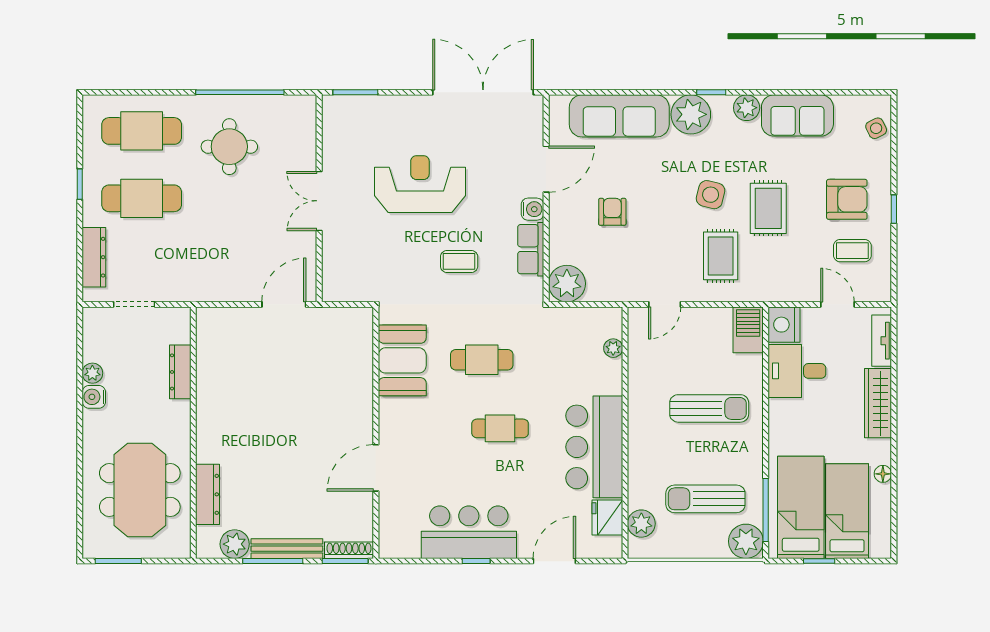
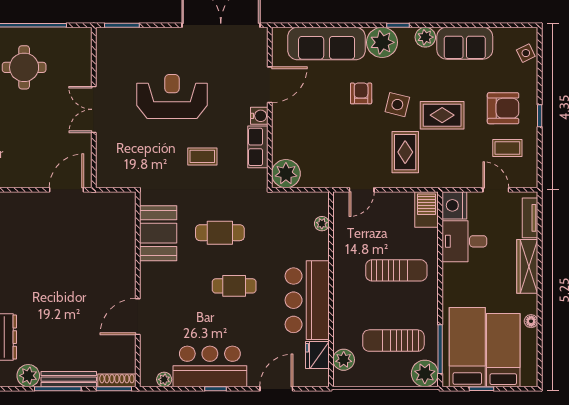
rug: (768, 208) -> (442, 115), turned 90
armchair: (612, 212) -> (361, 93), moved
plant: (410, 549) -> (164, 379), added

